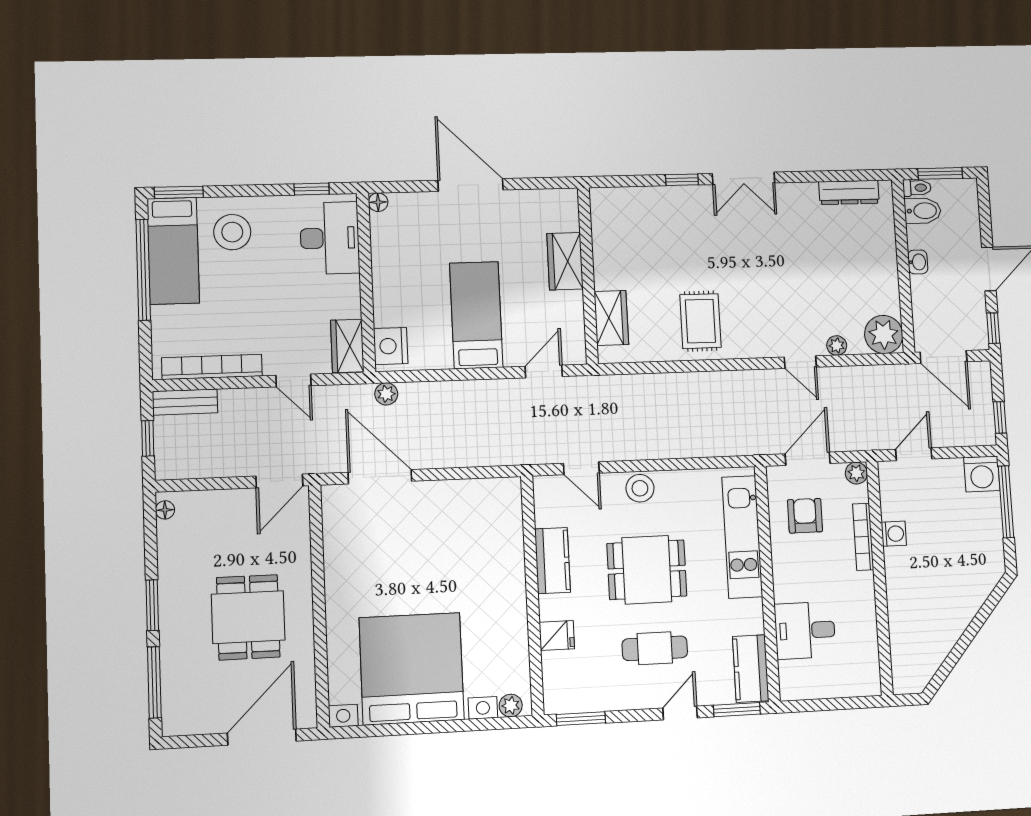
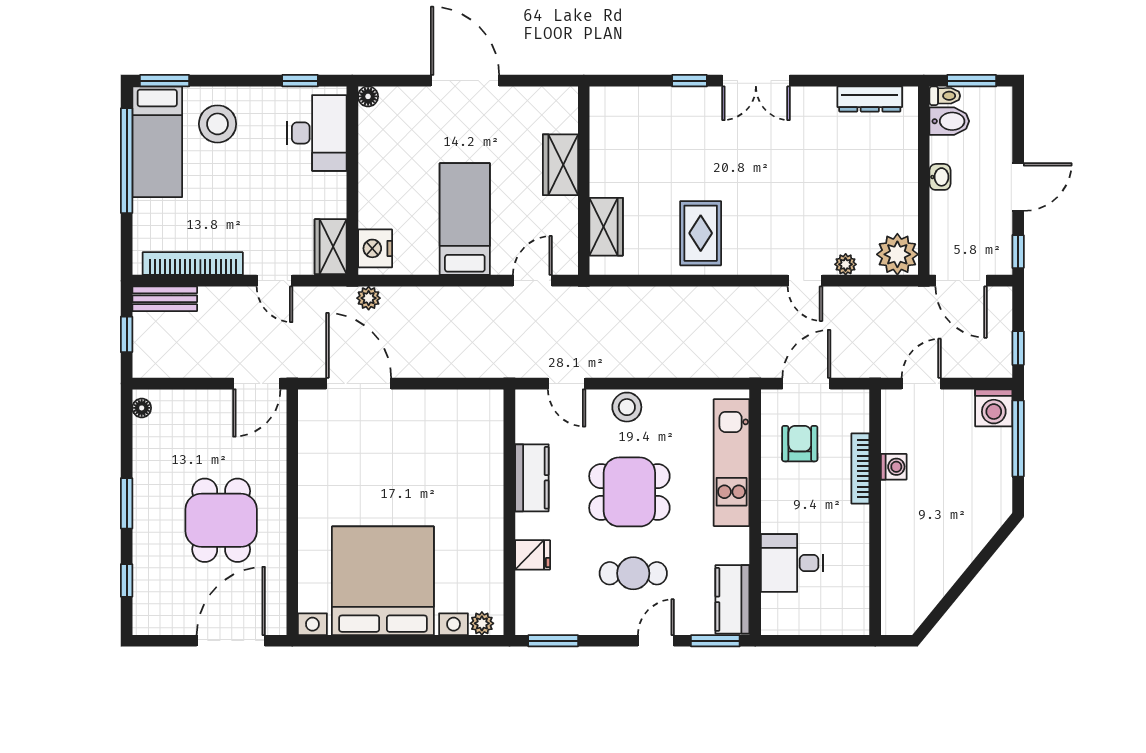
plant: (856, 473) -> (858, 401), removed
window: (154, 682) -> (127, 580), width x0.46

